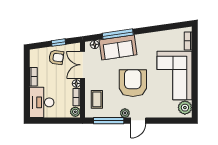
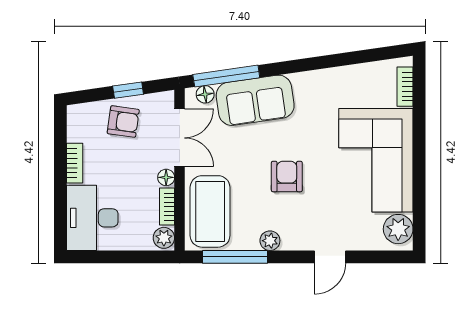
window: (118, 34) -> (226, 76), moved
double door: (83, 65) -> (180, 138), swing flipped
armchair: (133, 83) -> (287, 176), width x0.53, depth x0.53
coffee table: (97, 99) -> (210, 211), width x1.86, depth x1.72
door: (138, 121) -> (330, 257), moved

